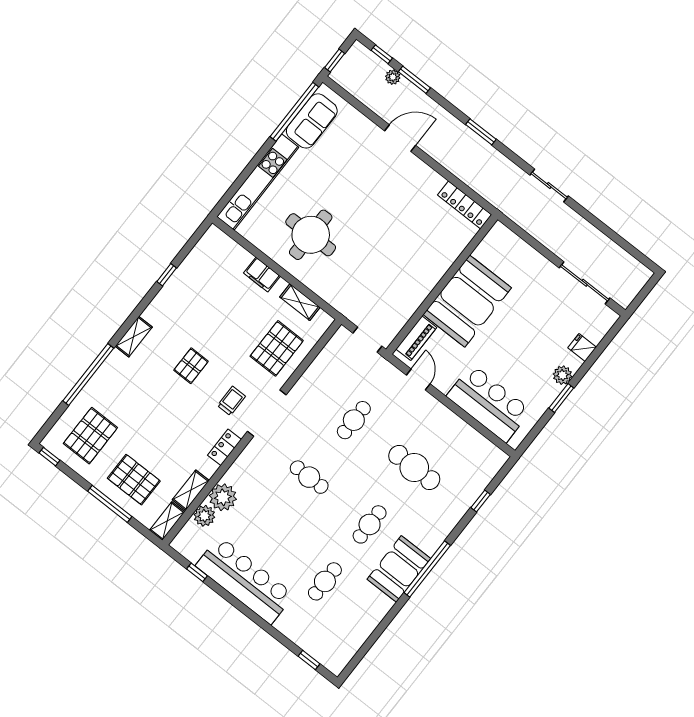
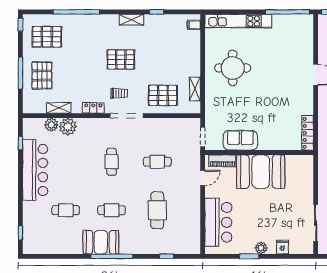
sofa: (312, 121) -> (240, 140), moved, turned 180
filing cabinet: (262, 275) -> (194, 25), moved, width x0.50
shelving: (134, 337) -> (131, 20), moved
pallet: (191, 366) -> (121, 60), width x1.50, depth x1.42
shelving: (167, 521) -> (34, 108), removed

